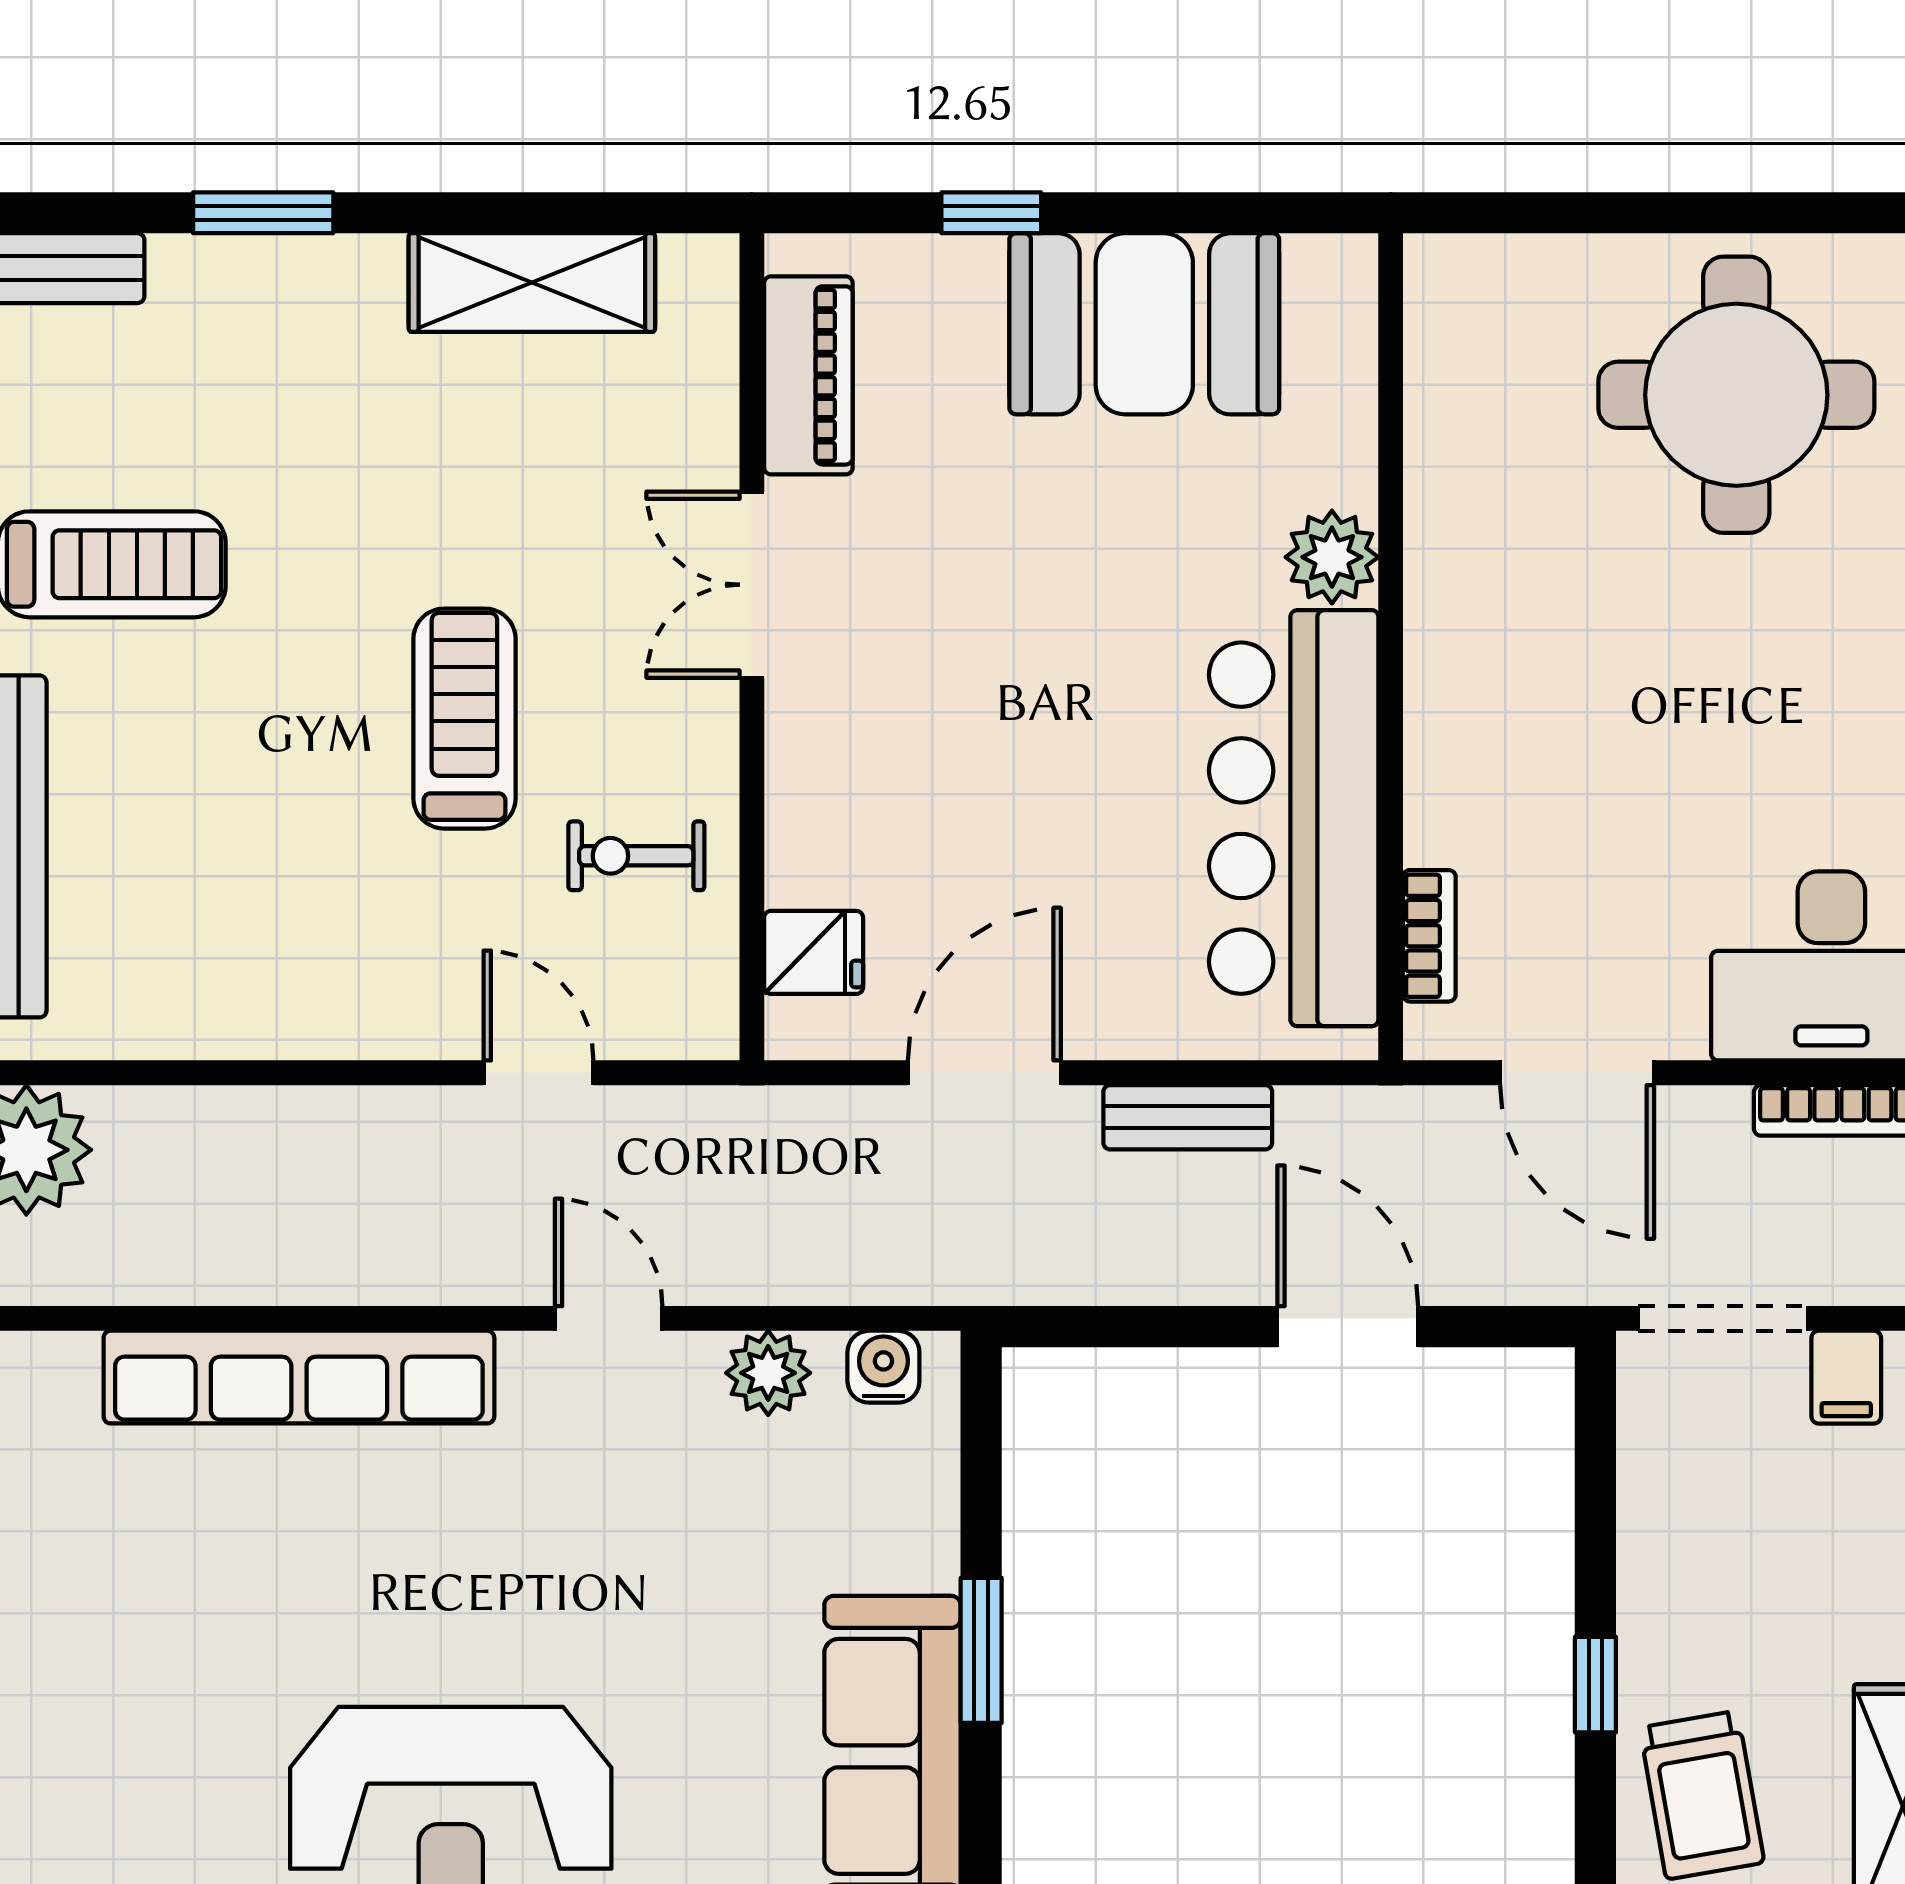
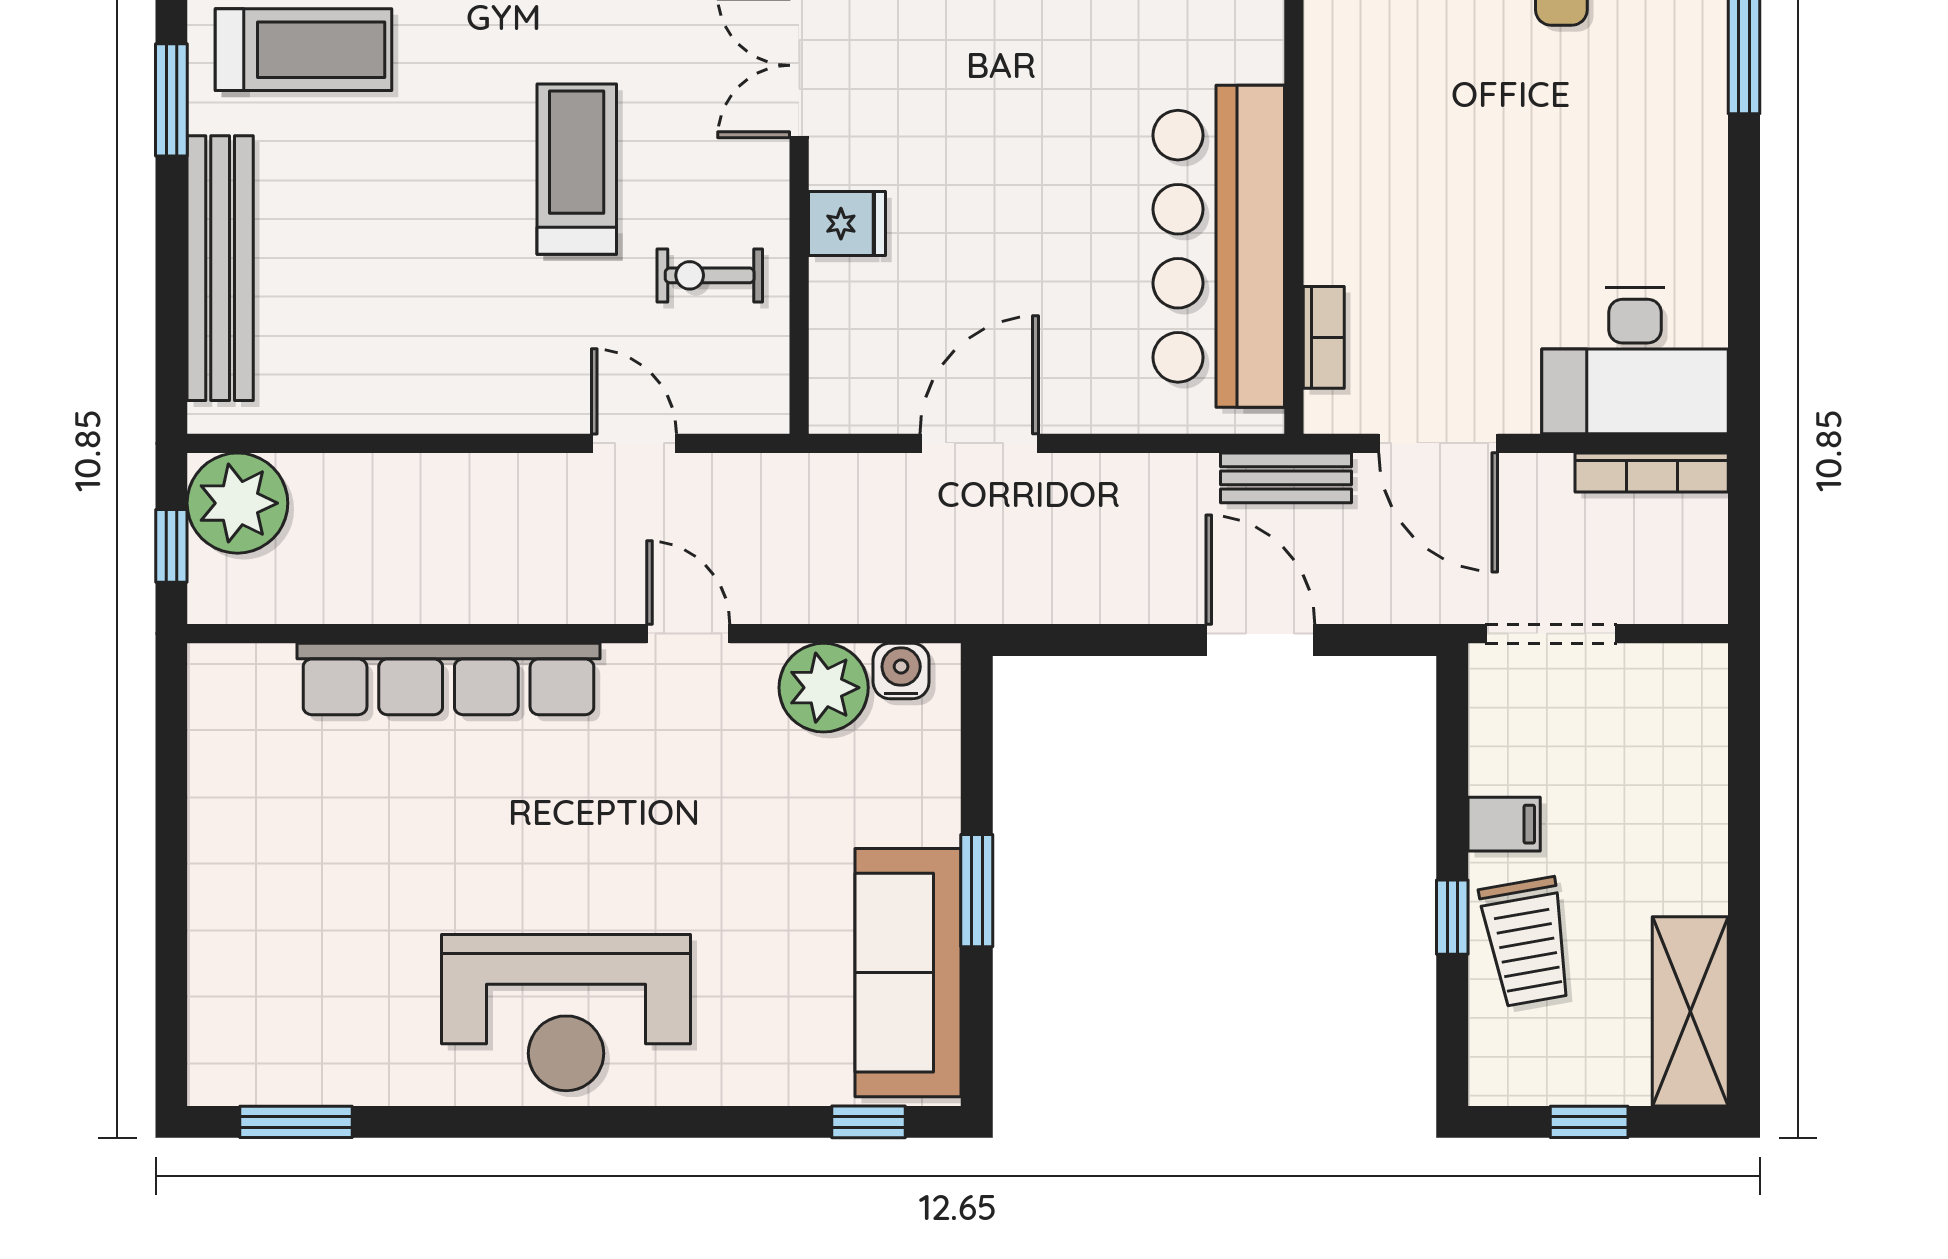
plant: (1332, 557) -> (1248, 44), removed
fridge: (814, 952) -> (847, 224), moved
bench: (1188, 1117) -> (1286, 478), moved
plant: (768, 1373) -> (824, 688), width x1.36, depth x1.36
filing cabinet: (1846, 1377) -> (1504, 824), moved, turned -90
trolley: (1702, 1795) -> (1527, 942), moved

